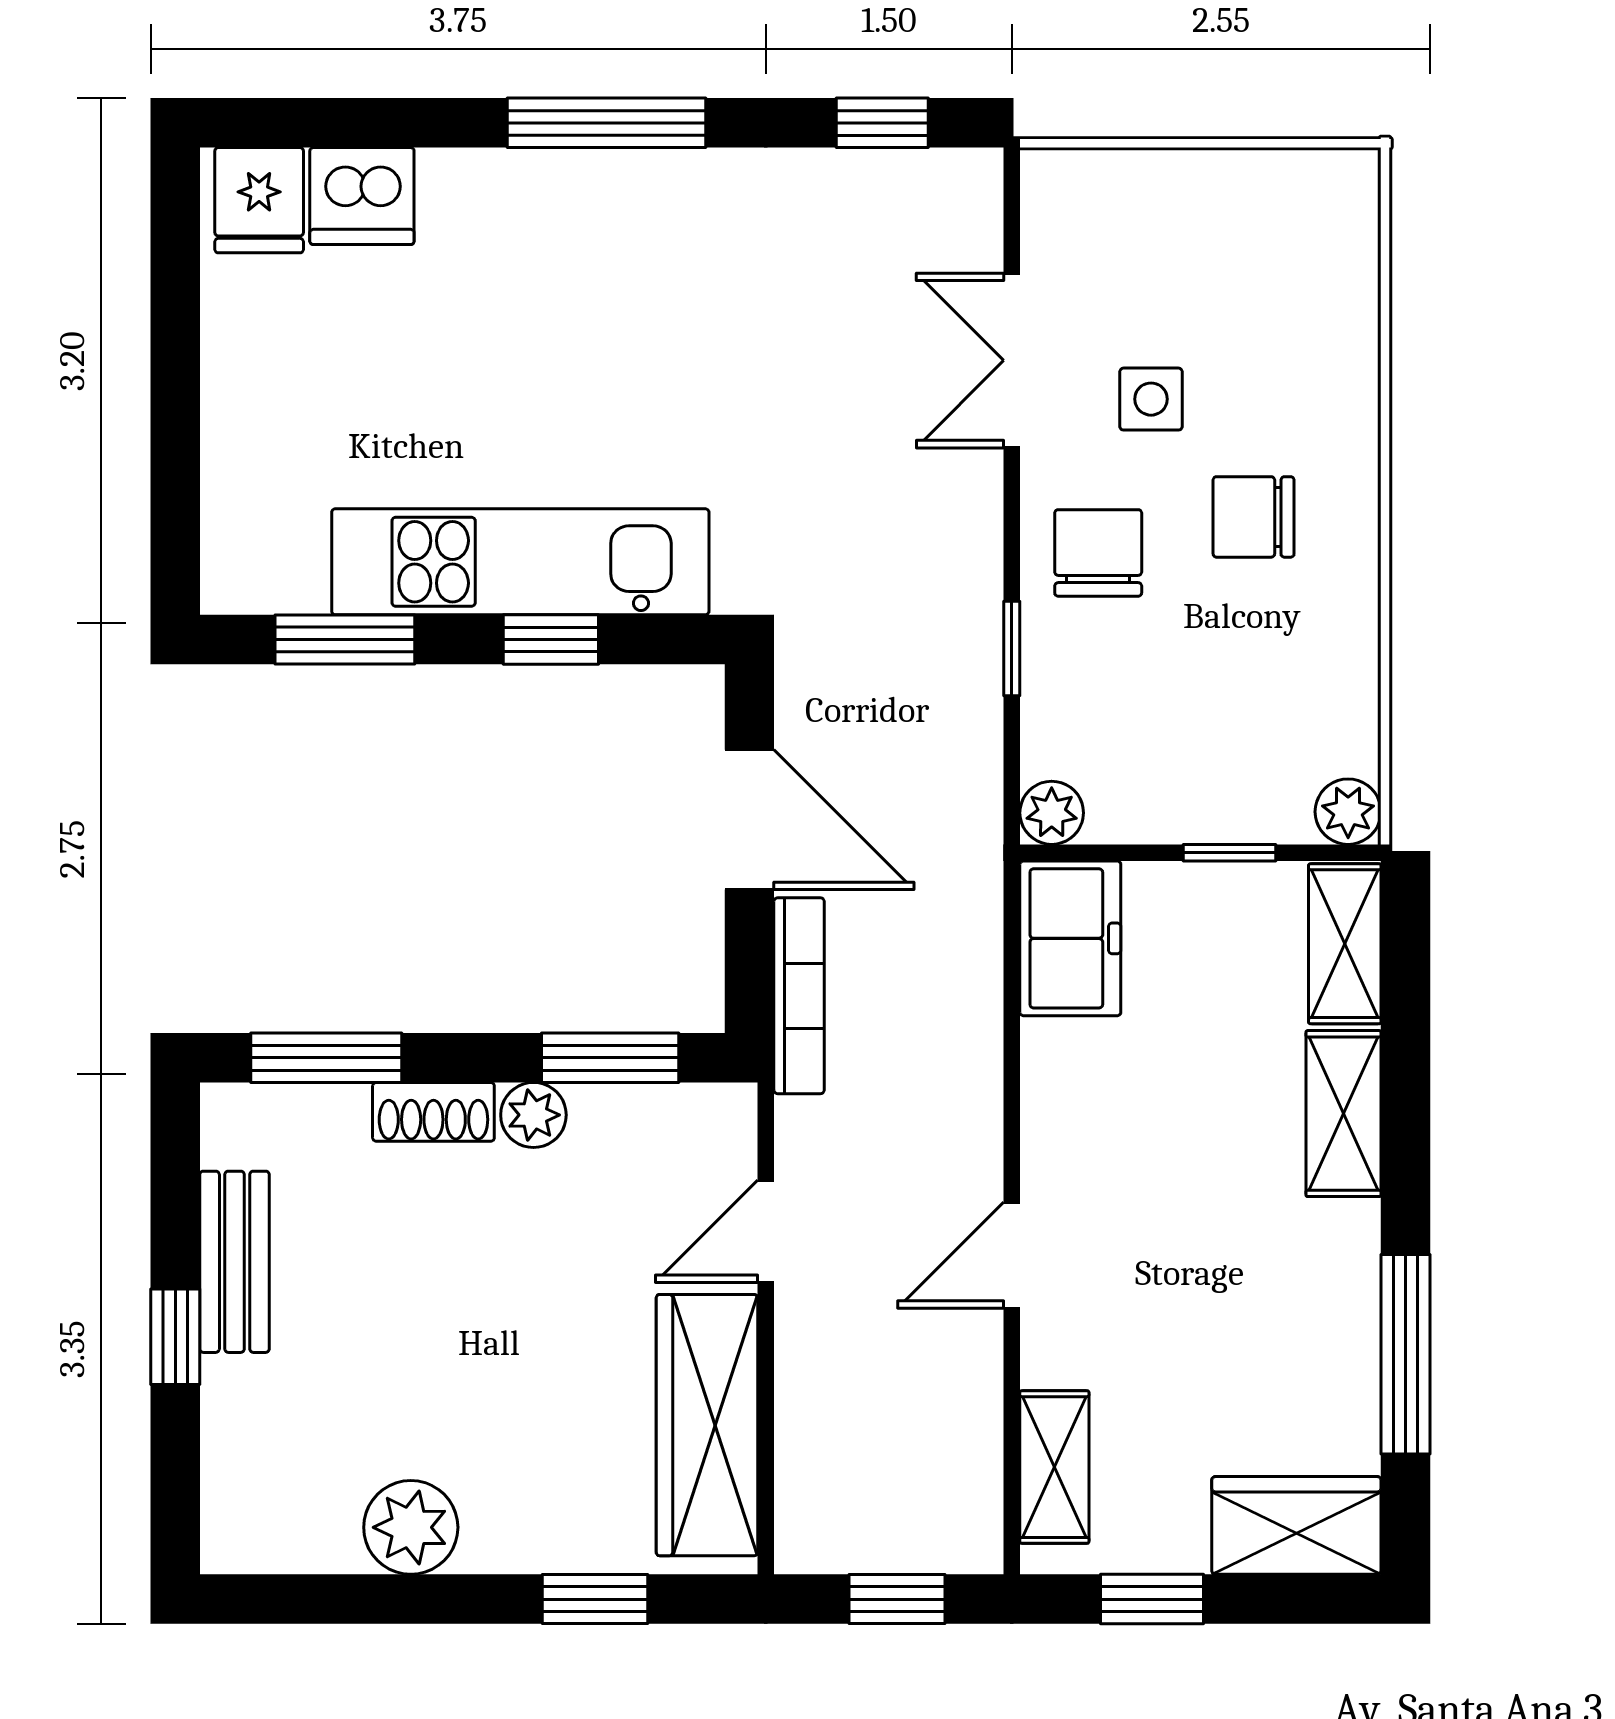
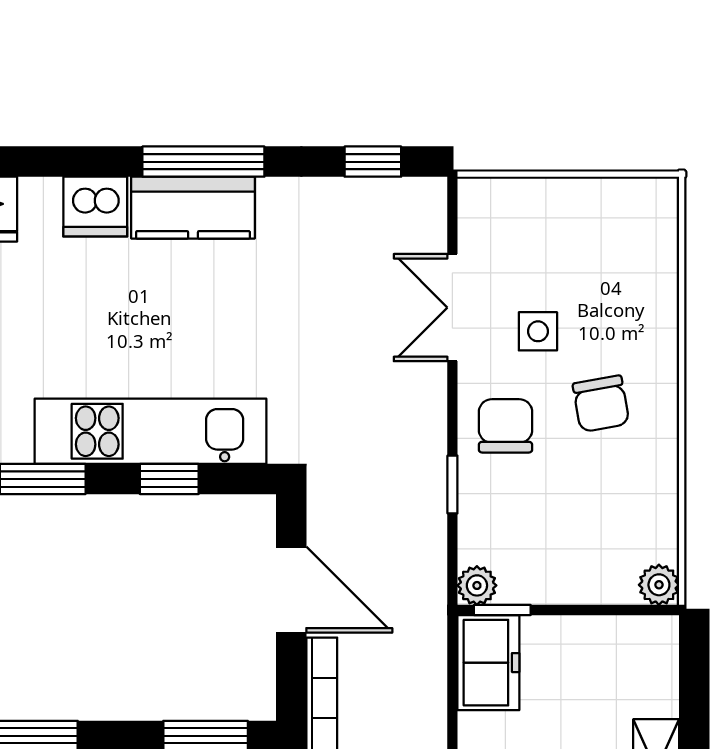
dishwasher: (362, 196) -> (95, 207), moved
kitchen counter: (590, 198) -> (193, 208), added
chair: (1254, 517) -> (601, 404), turned -100
window: (1229, 853) -> (502, 610), moved
shelving: (1345, 944) -> (657, 666), removed

